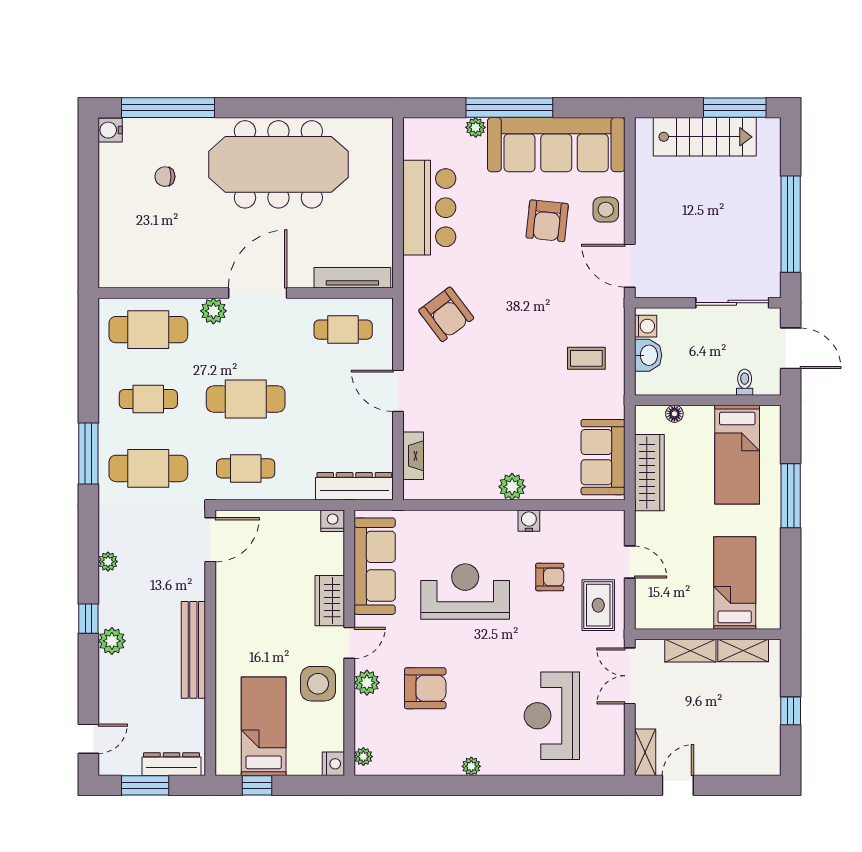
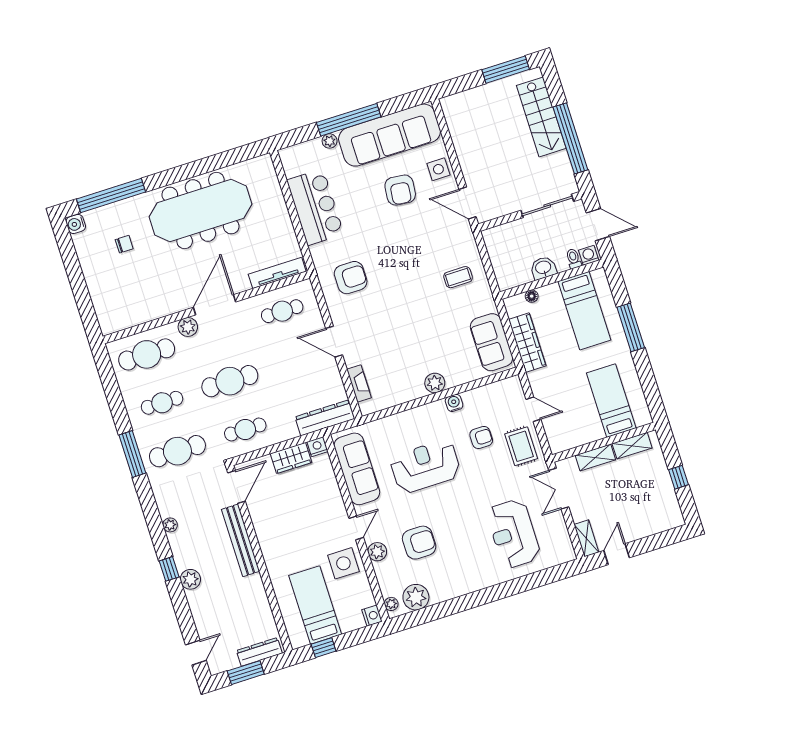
stairs: (705, 137) -> (541, 117), moved, turned 90
chair: (165, 177) -> (124, 244), turned 180
armchair: (446, 314) -> (351, 278), turned -53
washing machine: (646, 326) -> (589, 255), moved, turned -90
washbasin: (648, 355) -> (543, 268), moved, turned -90
wardrobe: (330, 601) -> (291, 458), moved, turned -90
bench: (193, 650) -> (241, 540), moved
plant: (471, 766) -> (416, 597), moved, width x1.87, depth x1.87

